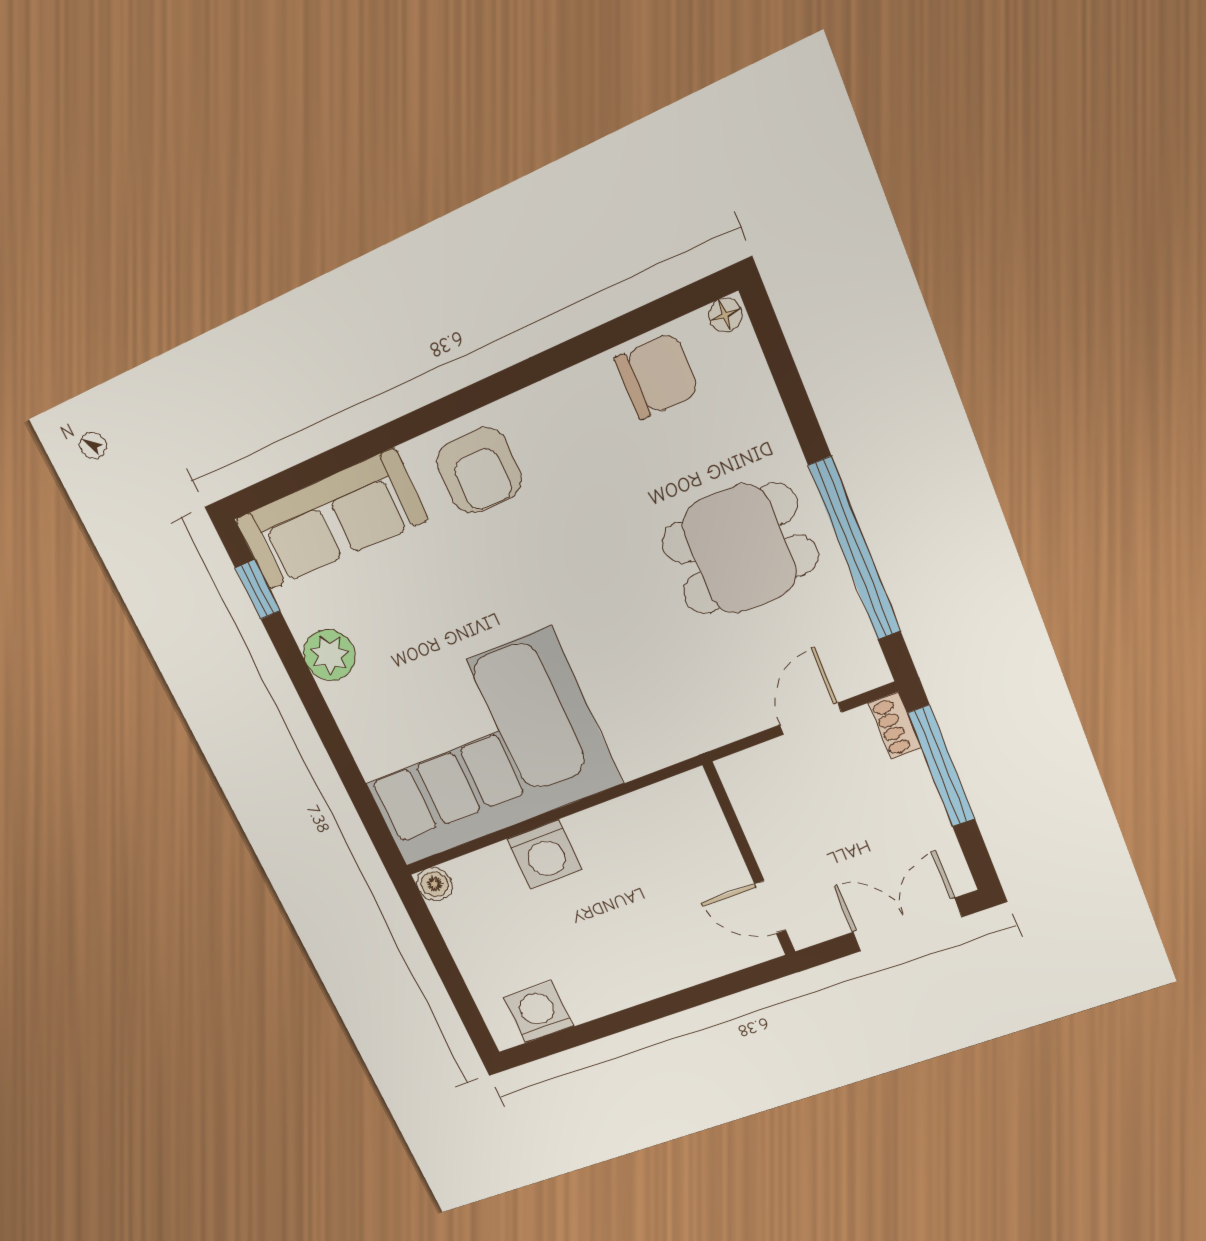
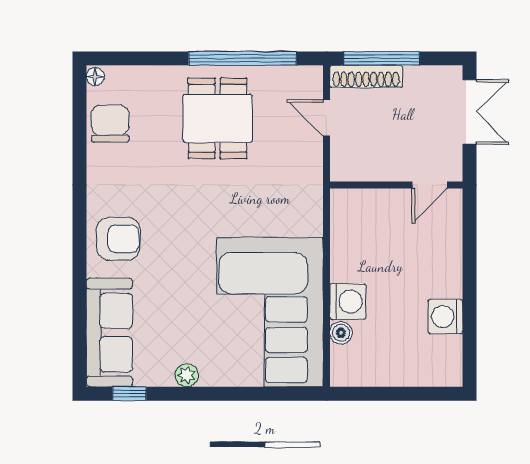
plant: (329, 655) -> (187, 375), width x0.73, depth x0.73
shoe rack: (895, 726) -> (366, 76), width x1.94, depth x1.24
boiler: (434, 884) -> (341, 333), moved
double door: (907, 925) -> (470, 112), swing flipped
washing machine: (538, 1012) -> (445, 317), moved

